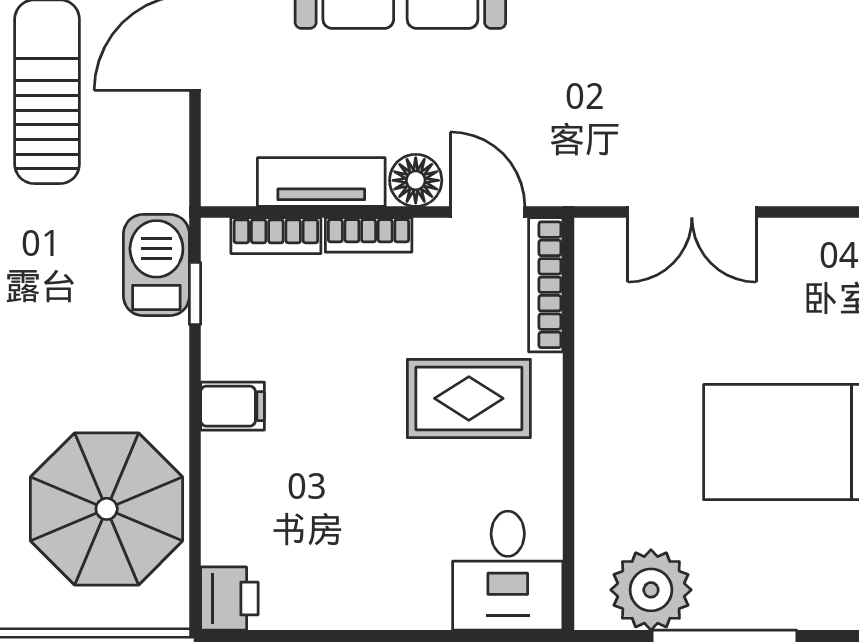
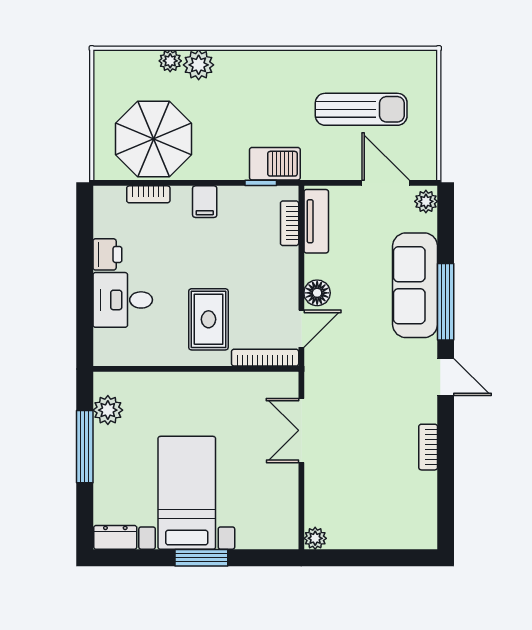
tv unit: (321, 182) -> (316, 221), moved
bookcase: (369, 235) -> (148, 194), moved, turned -90
desk: (508, 571) -> (123, 300), moved
plant: (651, 590) -> (108, 410), width x0.73, depth x0.73
printer: (229, 599) -> (107, 254), moved, turned -90

